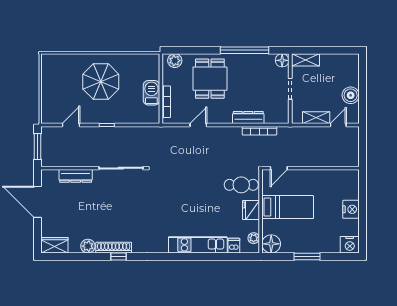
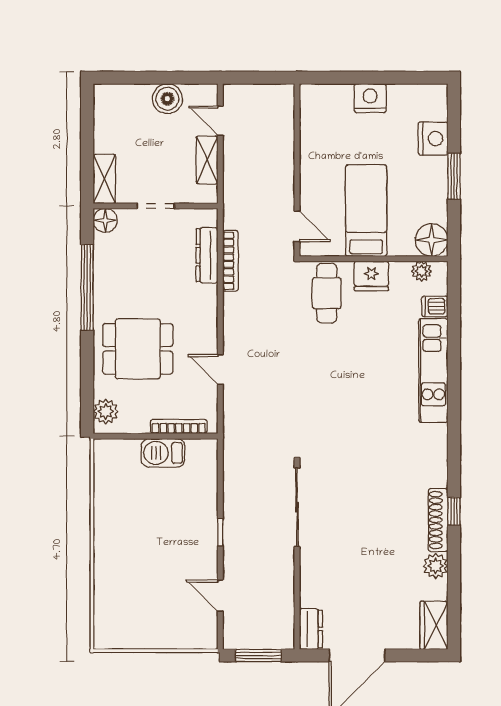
parasol: (101, 82) -> (143, 543), removed
dresser: (248, 118) -> (207, 255), moved
dresser: (76, 176) -> (311, 629), moved, width x0.70
nightstand: (350, 245) -> (433, 139), moved

